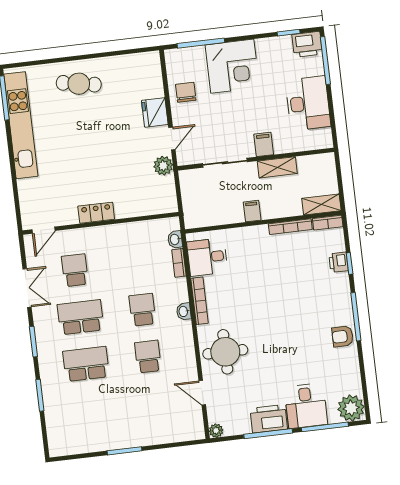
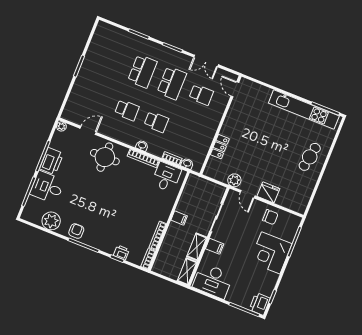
desk: (308, 103) -> (213, 281), moved
shelving: (321, 204) -> (187, 271), moved
locker: (96, 213) -> (220, 147), moved
plant: (351, 408) -> (51, 221), moved

